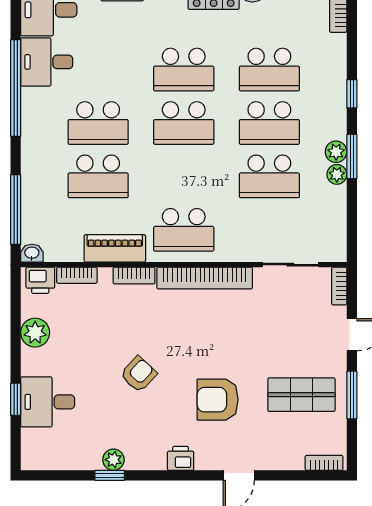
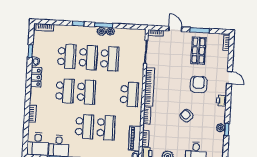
piano: (115, 248) -> (135, 138), moved
armchair: (218, 400) -> (199, 84), turned 180

